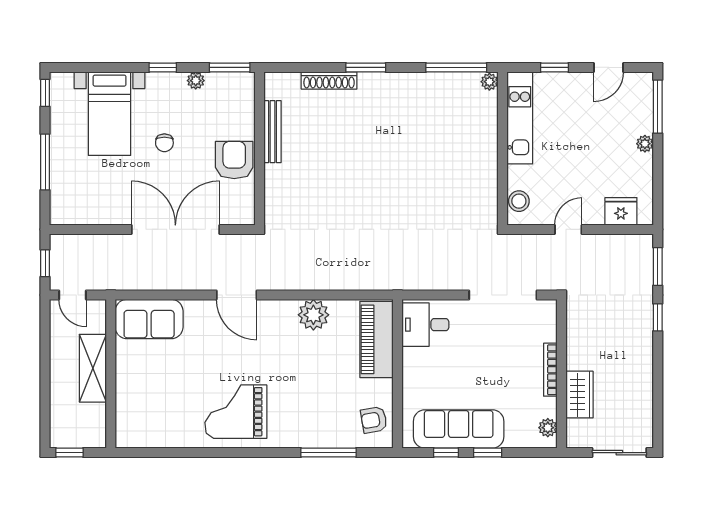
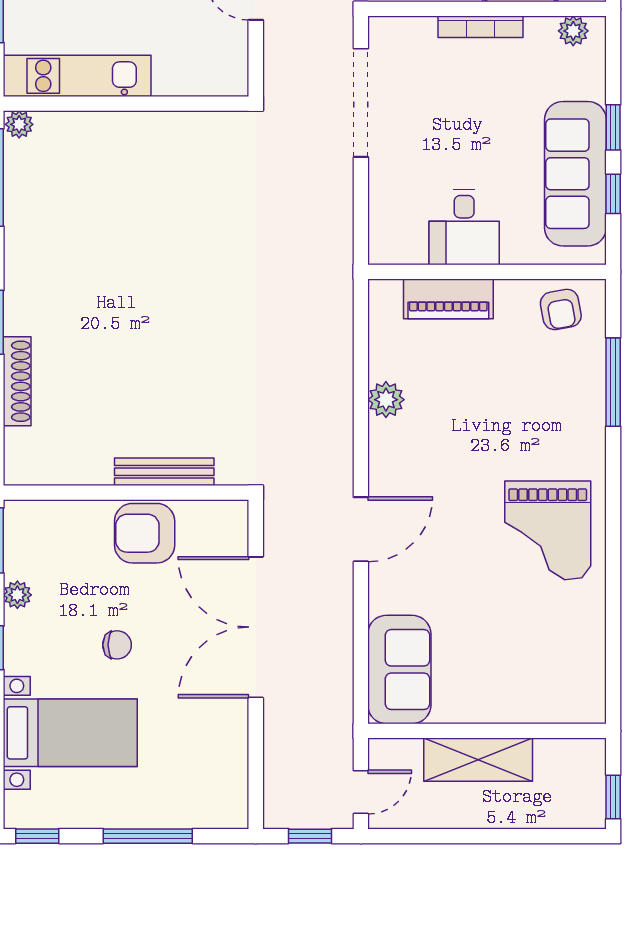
bench: (273, 132) -> (164, 472), moved
stool: (519, 201) -> (210, 77), removed
plant: (313, 315) -> (386, 400), width x0.73, depth x0.73
desk: (425, 325) -> (464, 227), moved
piano: (376, 339) -> (448, 299), width x0.73, depth x0.75

